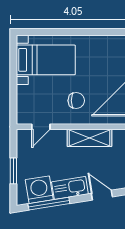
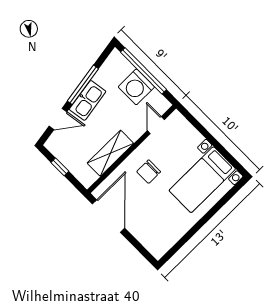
window: (13, 171) -> (143, 71), width x2.11
washing machine: (39, 190) -> (136, 87), moved, turned 99
window: (49, 204) -> (83, 85), moved

